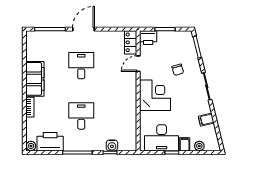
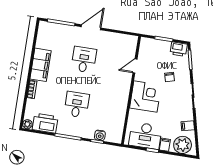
printer: (148, 38) -> (179, 49), moved
locker: (131, 42) -> (131, 46), removed
plant: (199, 146) -> (183, 145), width x1.88, depth x1.88

